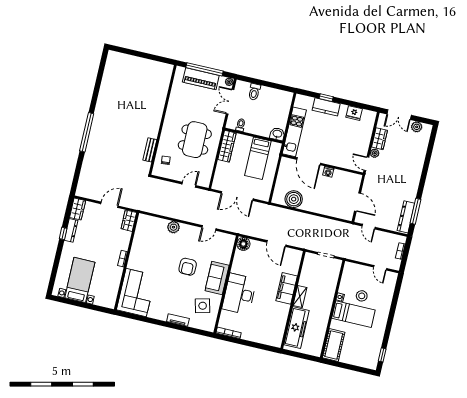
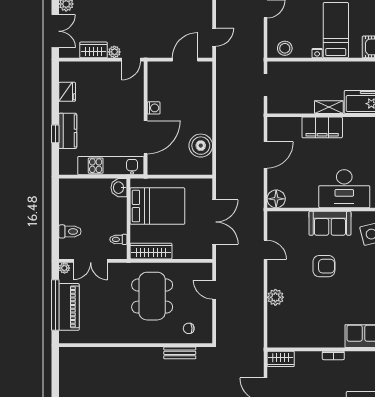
dining table: (195, 140) -> (152, 296), turned 90
bed: (258, 158) -> (157, 206), width x1.50
stool: (362, 296) -> (285, 48), moved

